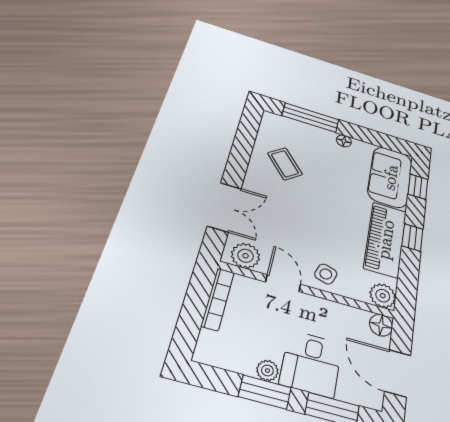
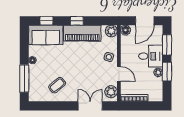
door: (283, 283) -> (119, 74), swing flipped

